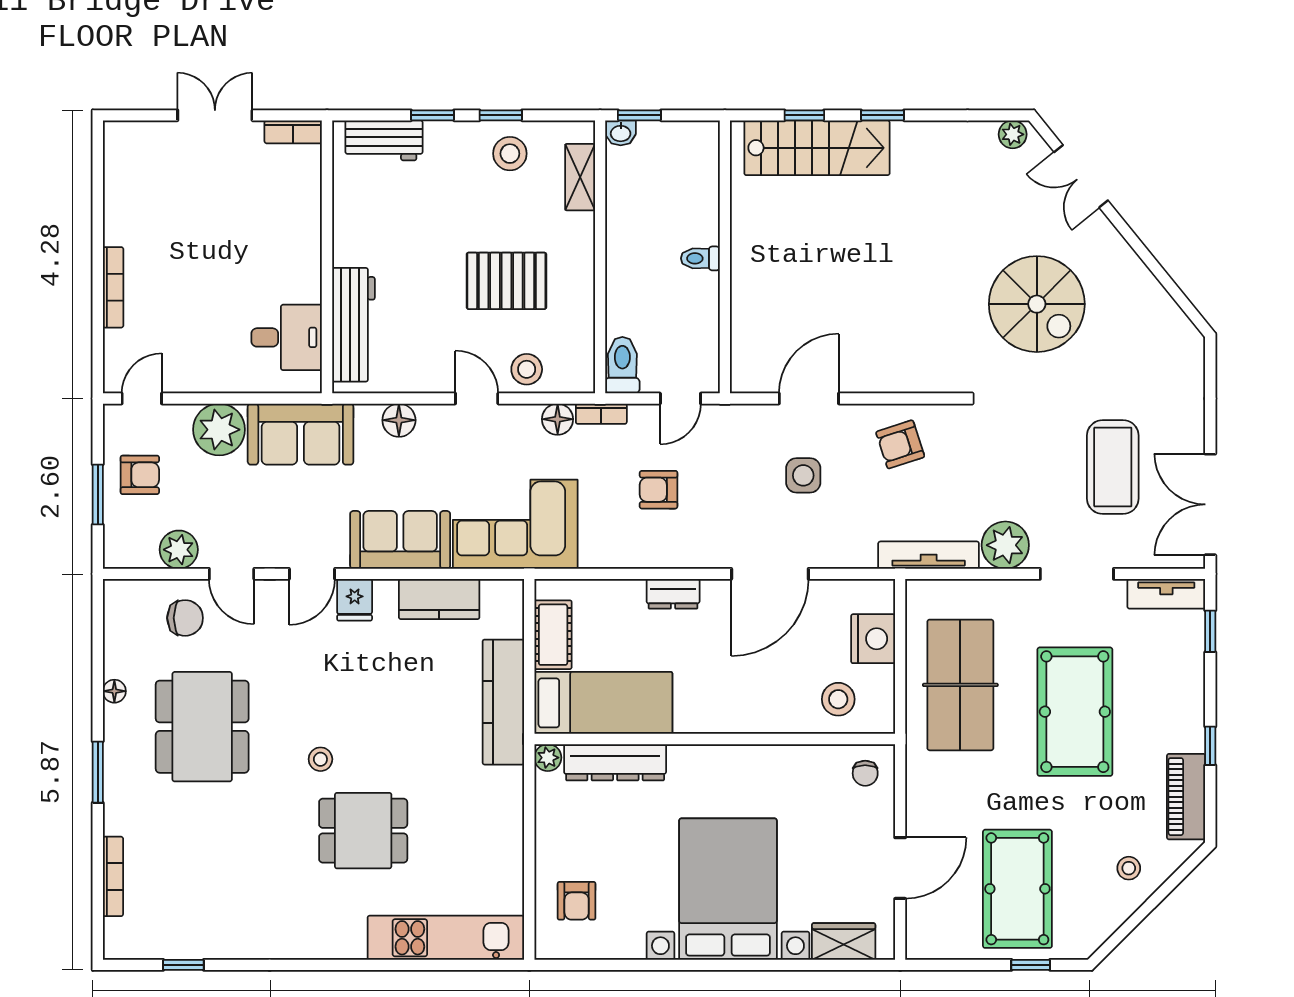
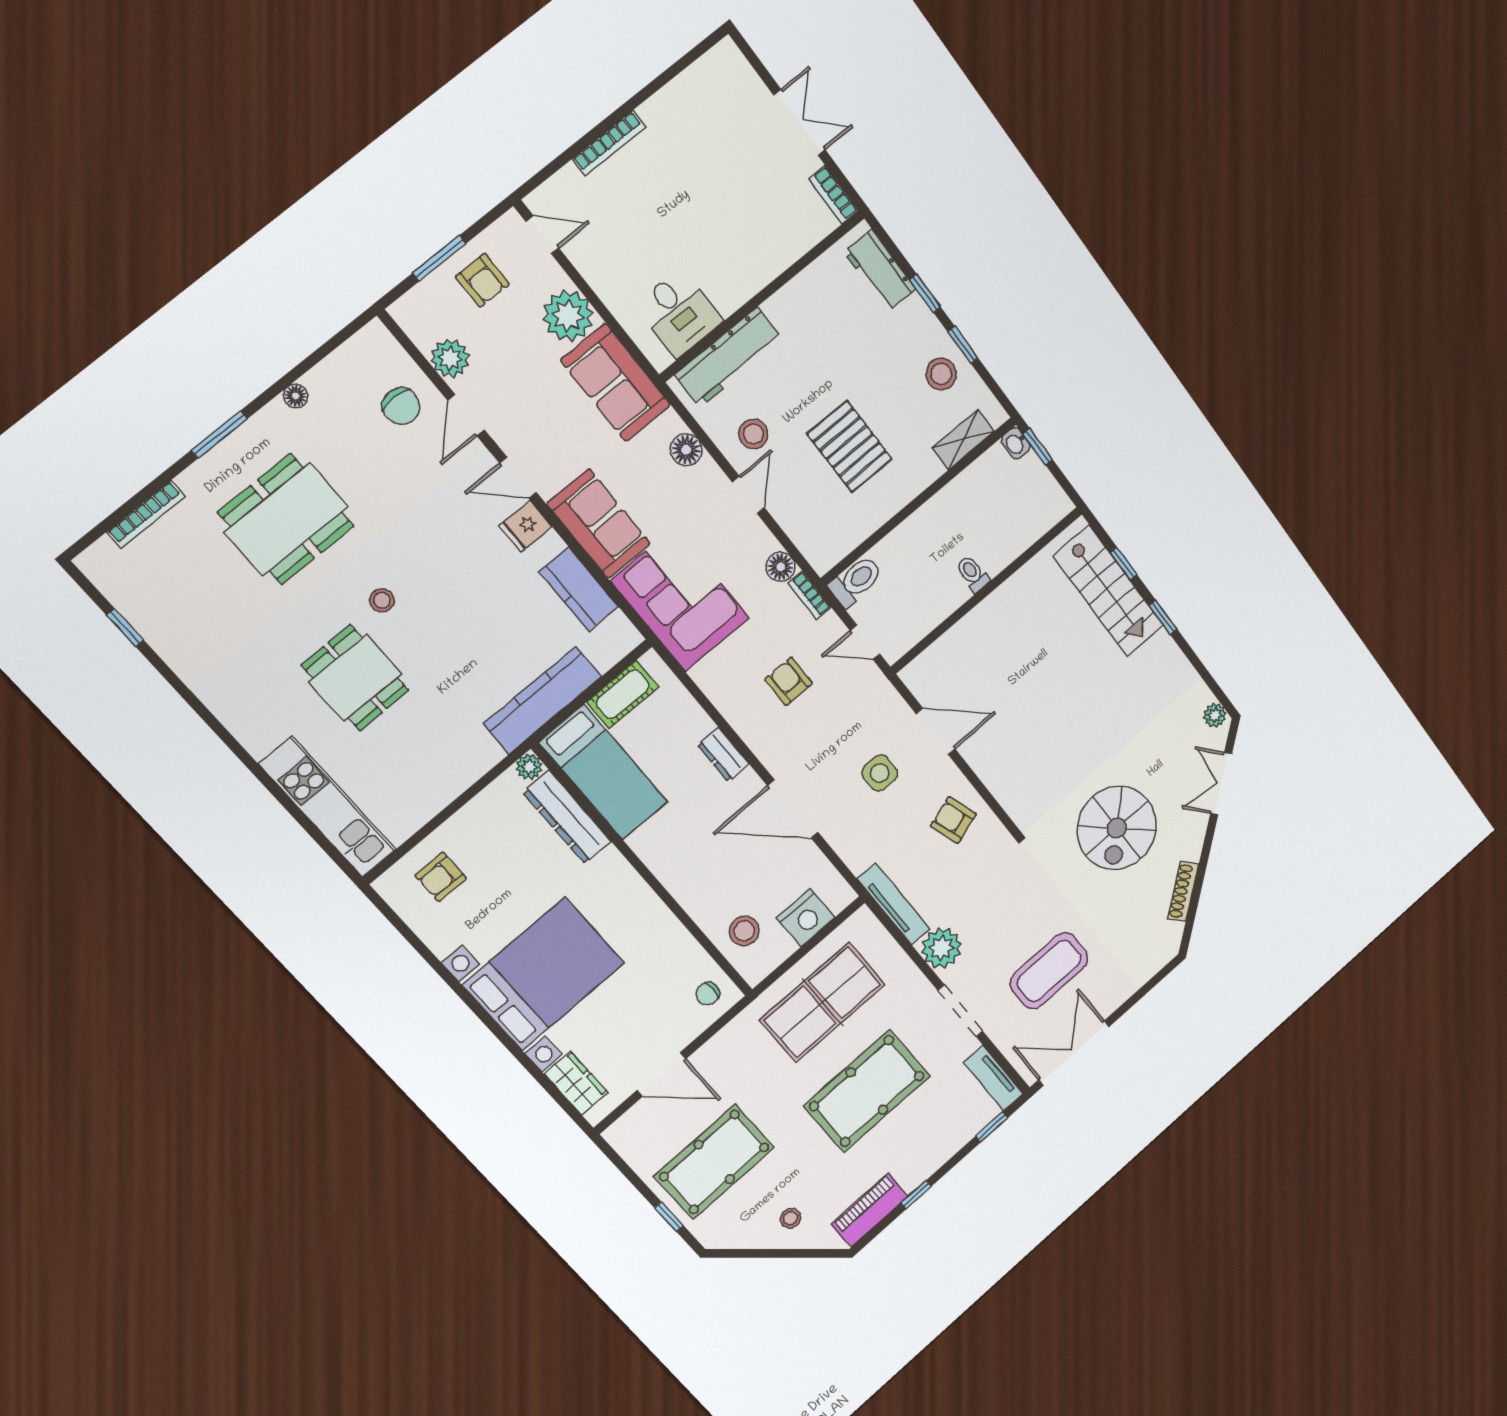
shoe rack: (1150, 288) -> (1183, 891), added
stool: (527, 369) -> (753, 434), moved
dining table: (202, 727) -> (286, 519), moved

